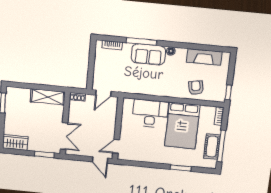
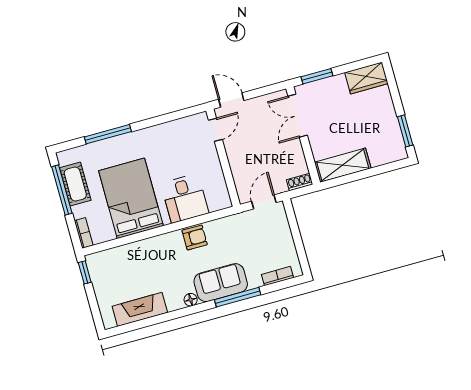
armchair: (196, 88) -> (195, 237), moved, turned -79
desk: (150, 113) -> (185, 198), width x0.73
window: (181, 168) -> (108, 134), width x1.44

